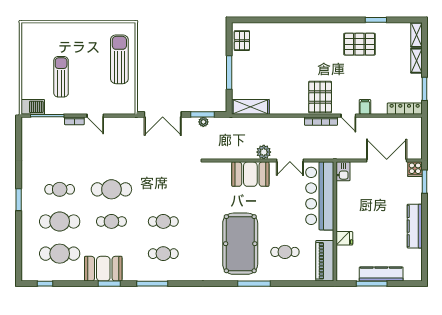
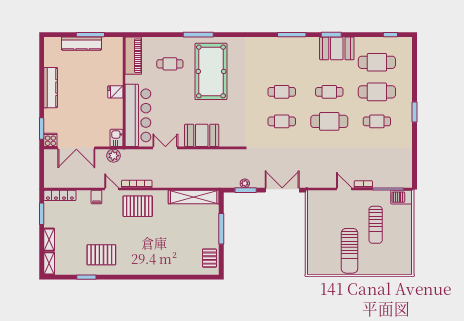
sun lounger: (119, 59) -> (350, 251), moved
pallet: (320, 97) -> (138, 206), turned 90
shelving: (250, 107) -> (194, 197), width x1.47
plant: (264, 152) -> (113, 156), moved
fridge: (344, 238) -> (115, 92), moved
cafe table: (163, 254) -> (282, 121), moved

